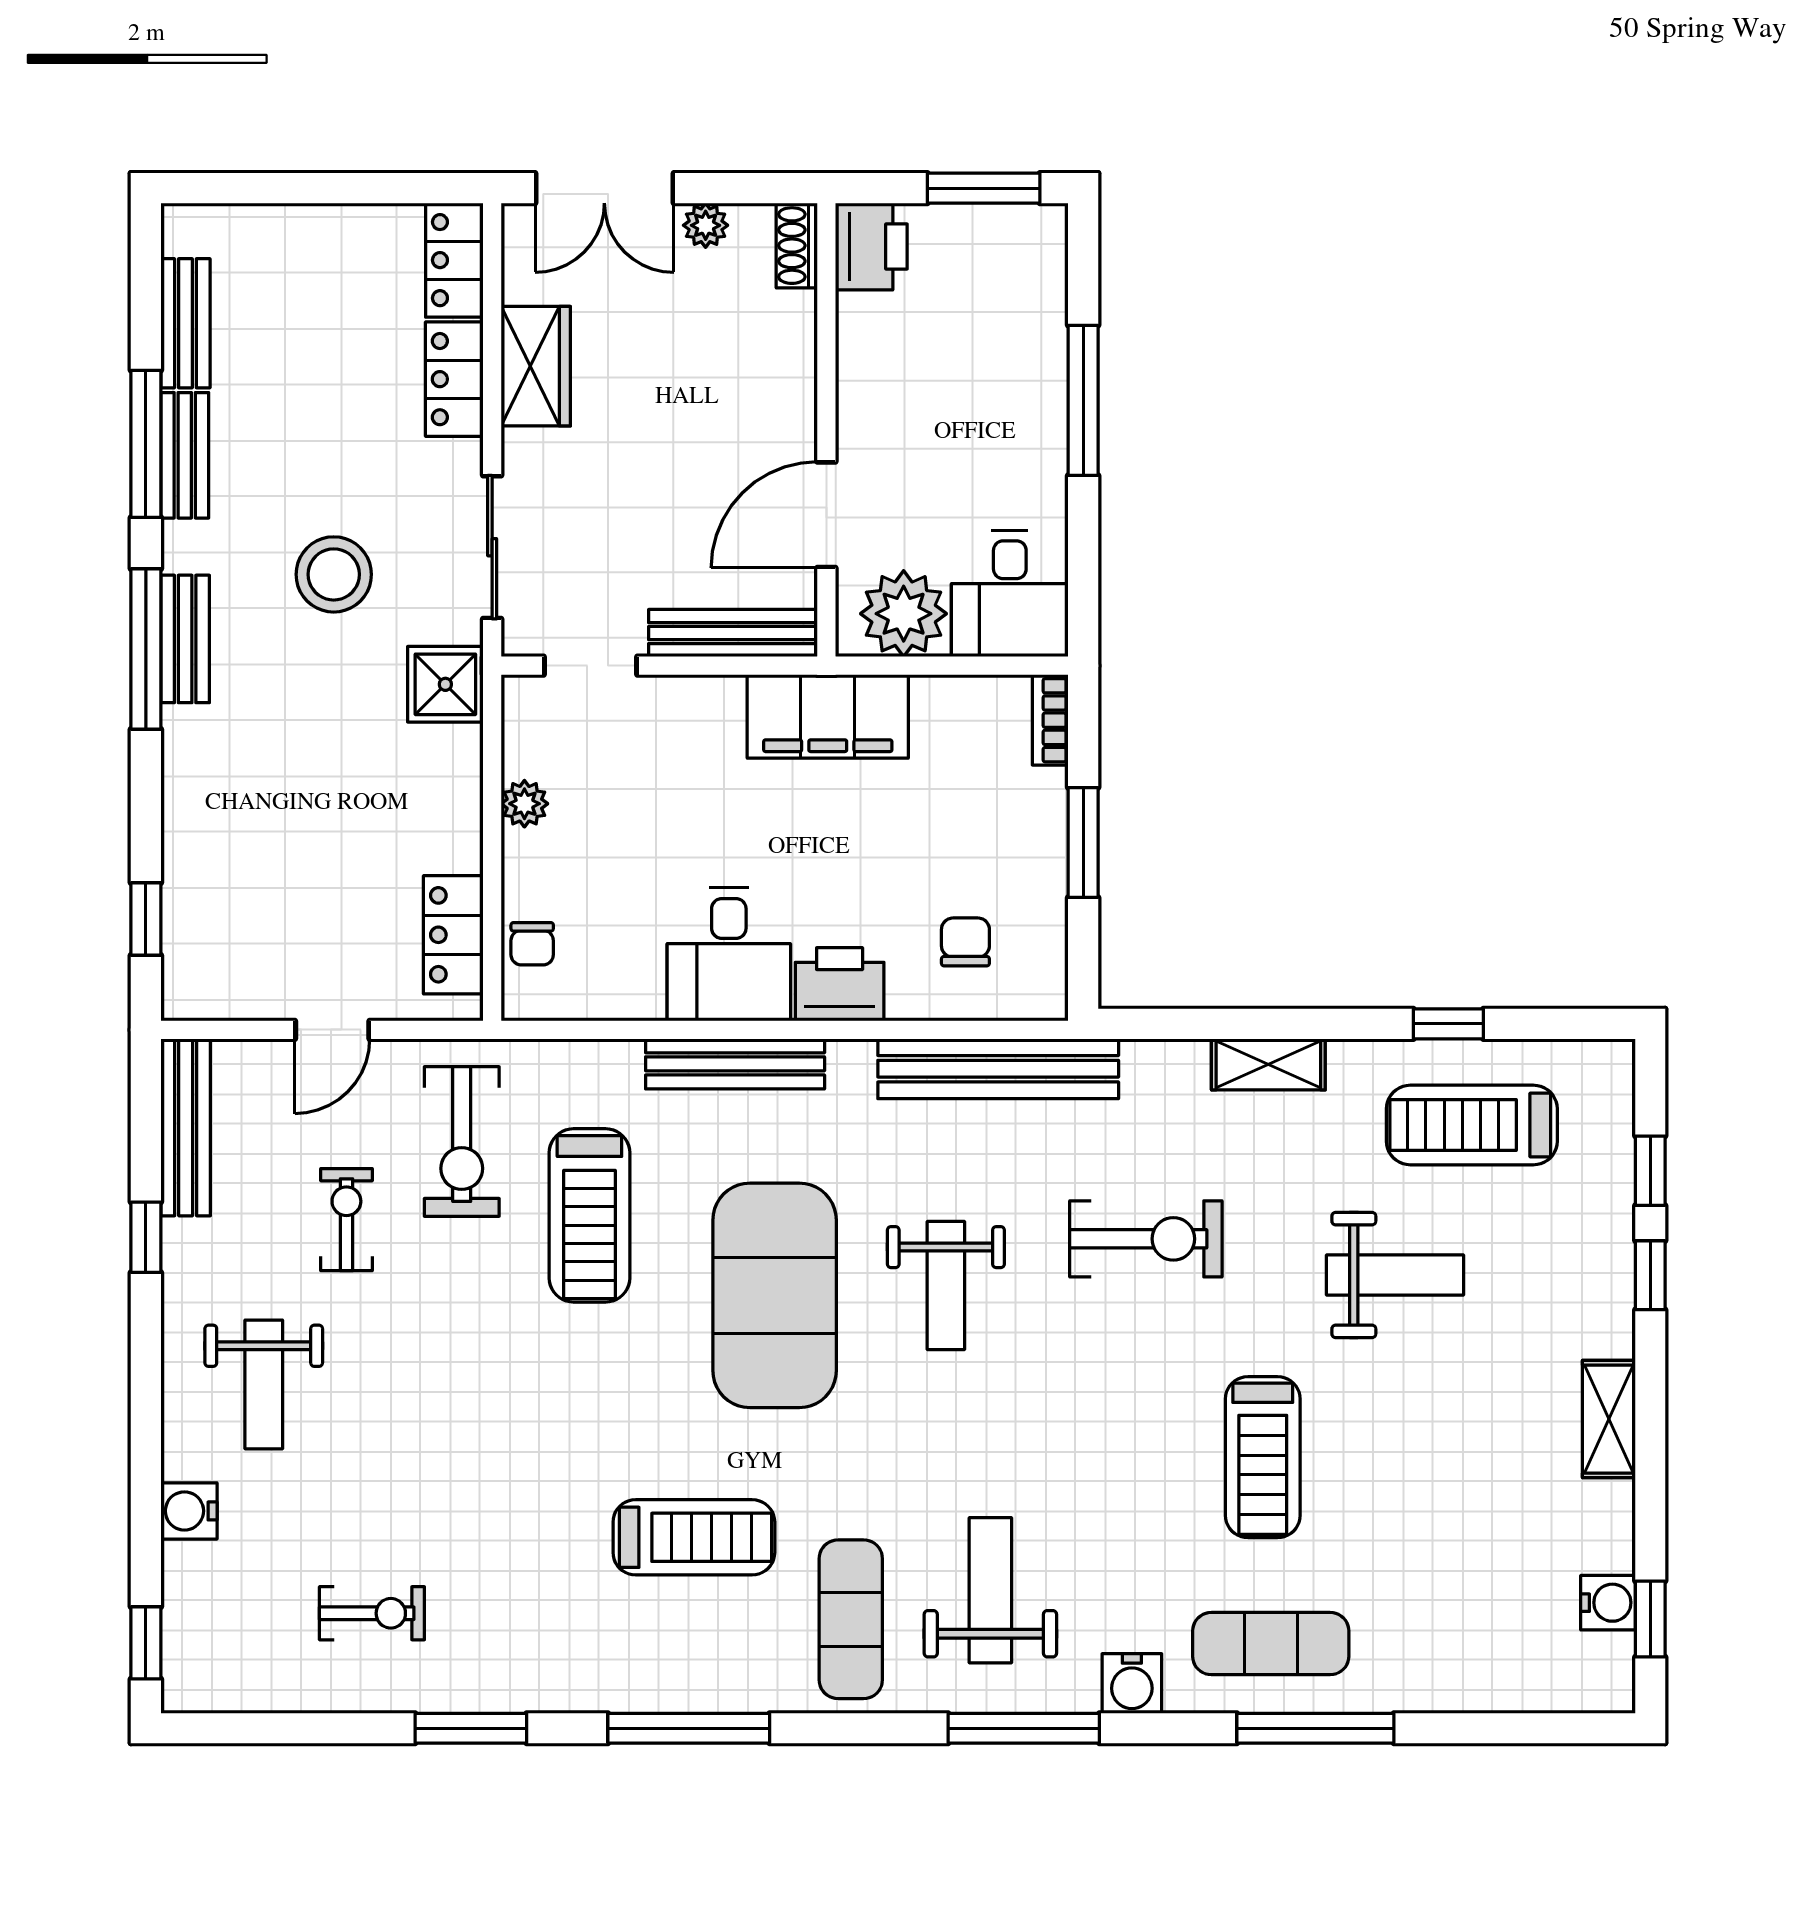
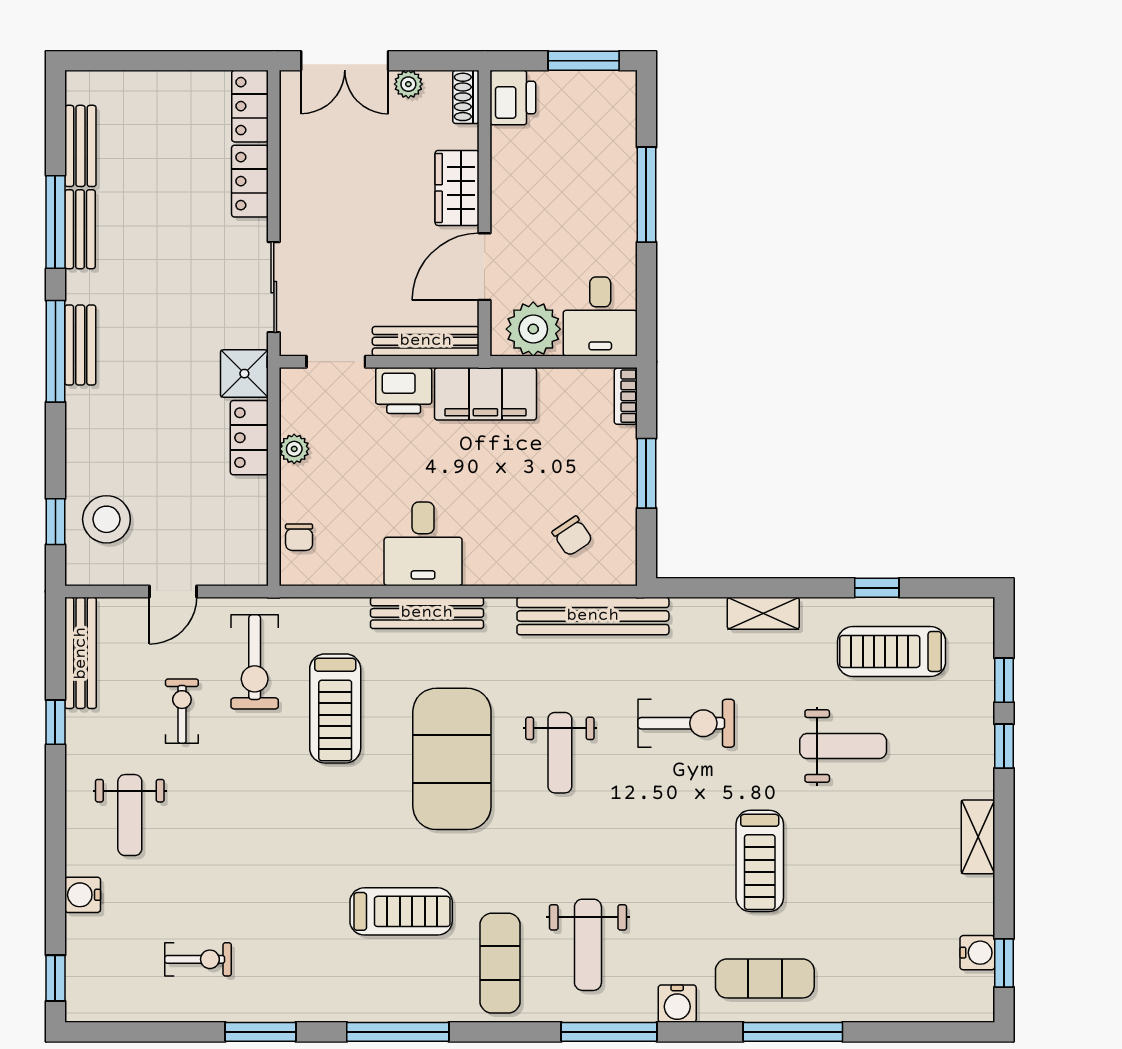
wardrobe: (536, 366) -> (457, 188), moved, turned 180
stool: (334, 574) -> (106, 519), moved
locker: (453, 935) -> (249, 438), moved
chair: (965, 942) -> (572, 536), turned 146
printer: (840, 984) -> (404, 391), moved, turned 180
weight bench: (990, 1590) -> (588, 945), turned 180

